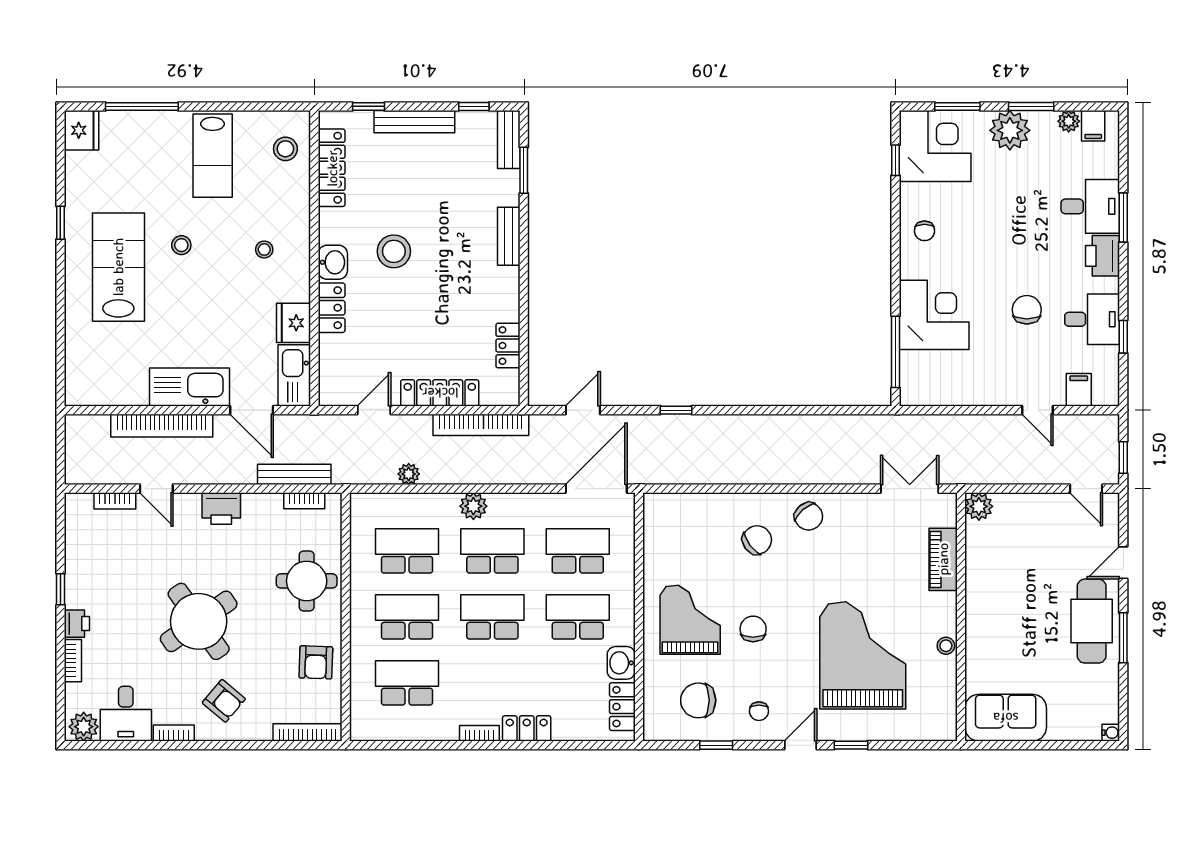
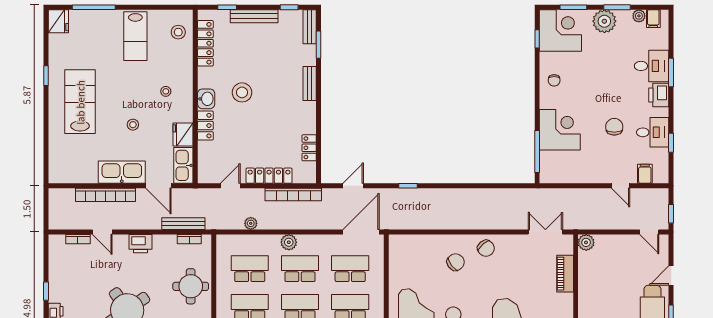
stool: (181, 245) -> (133, 125), moved

